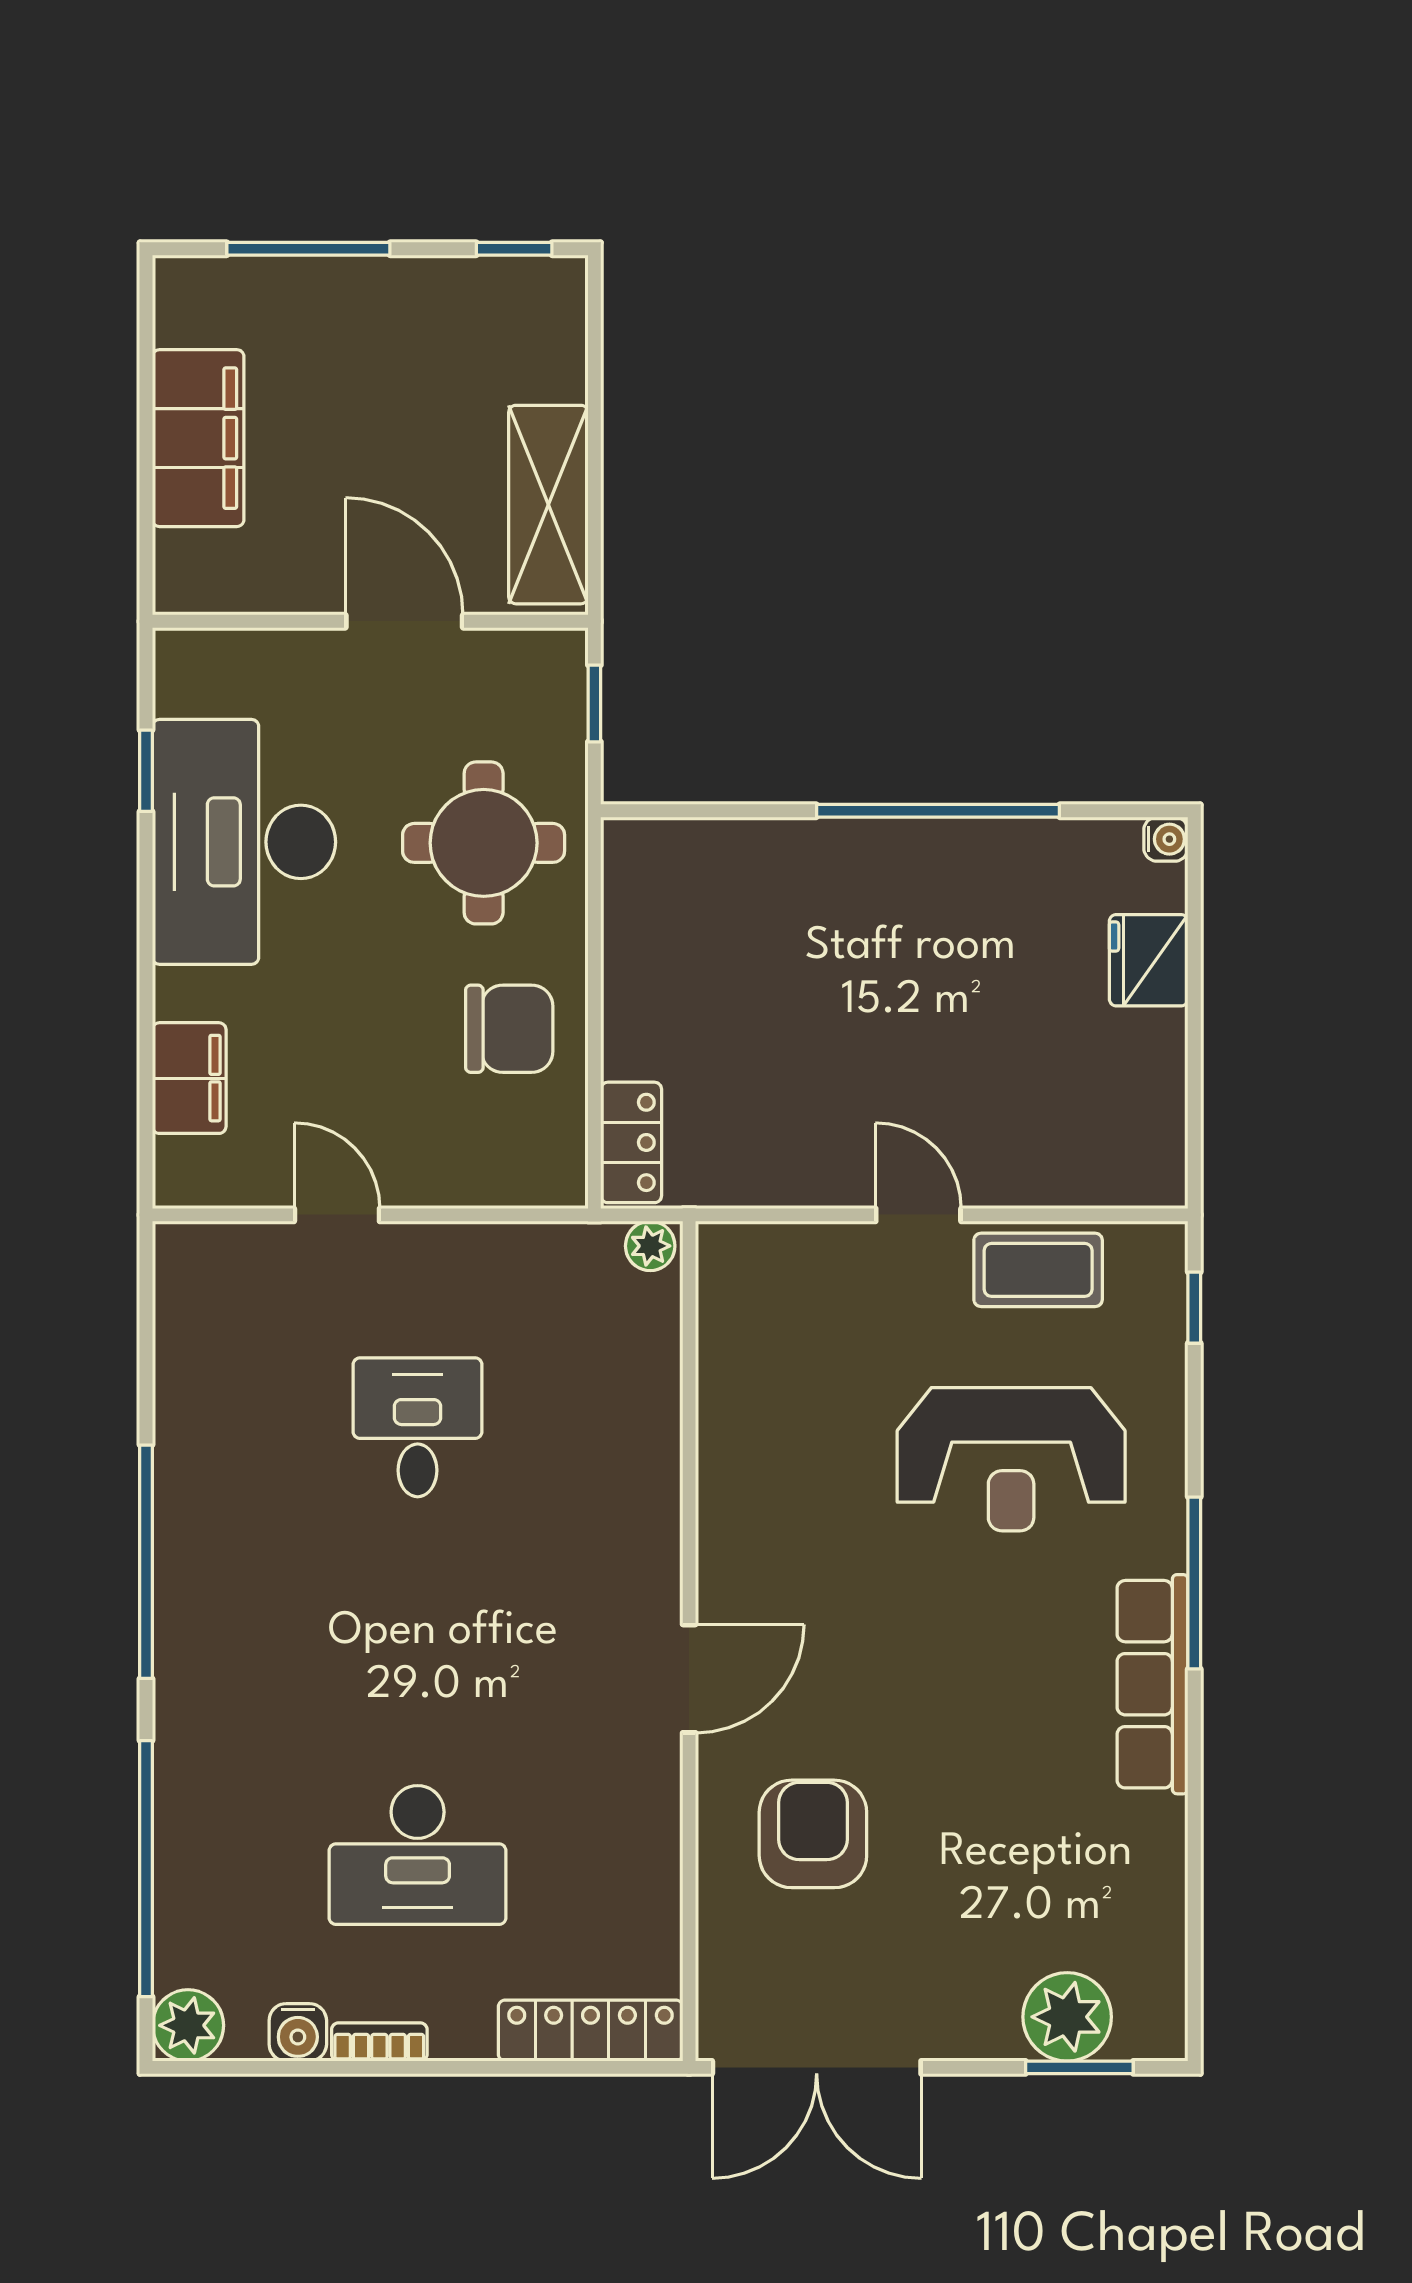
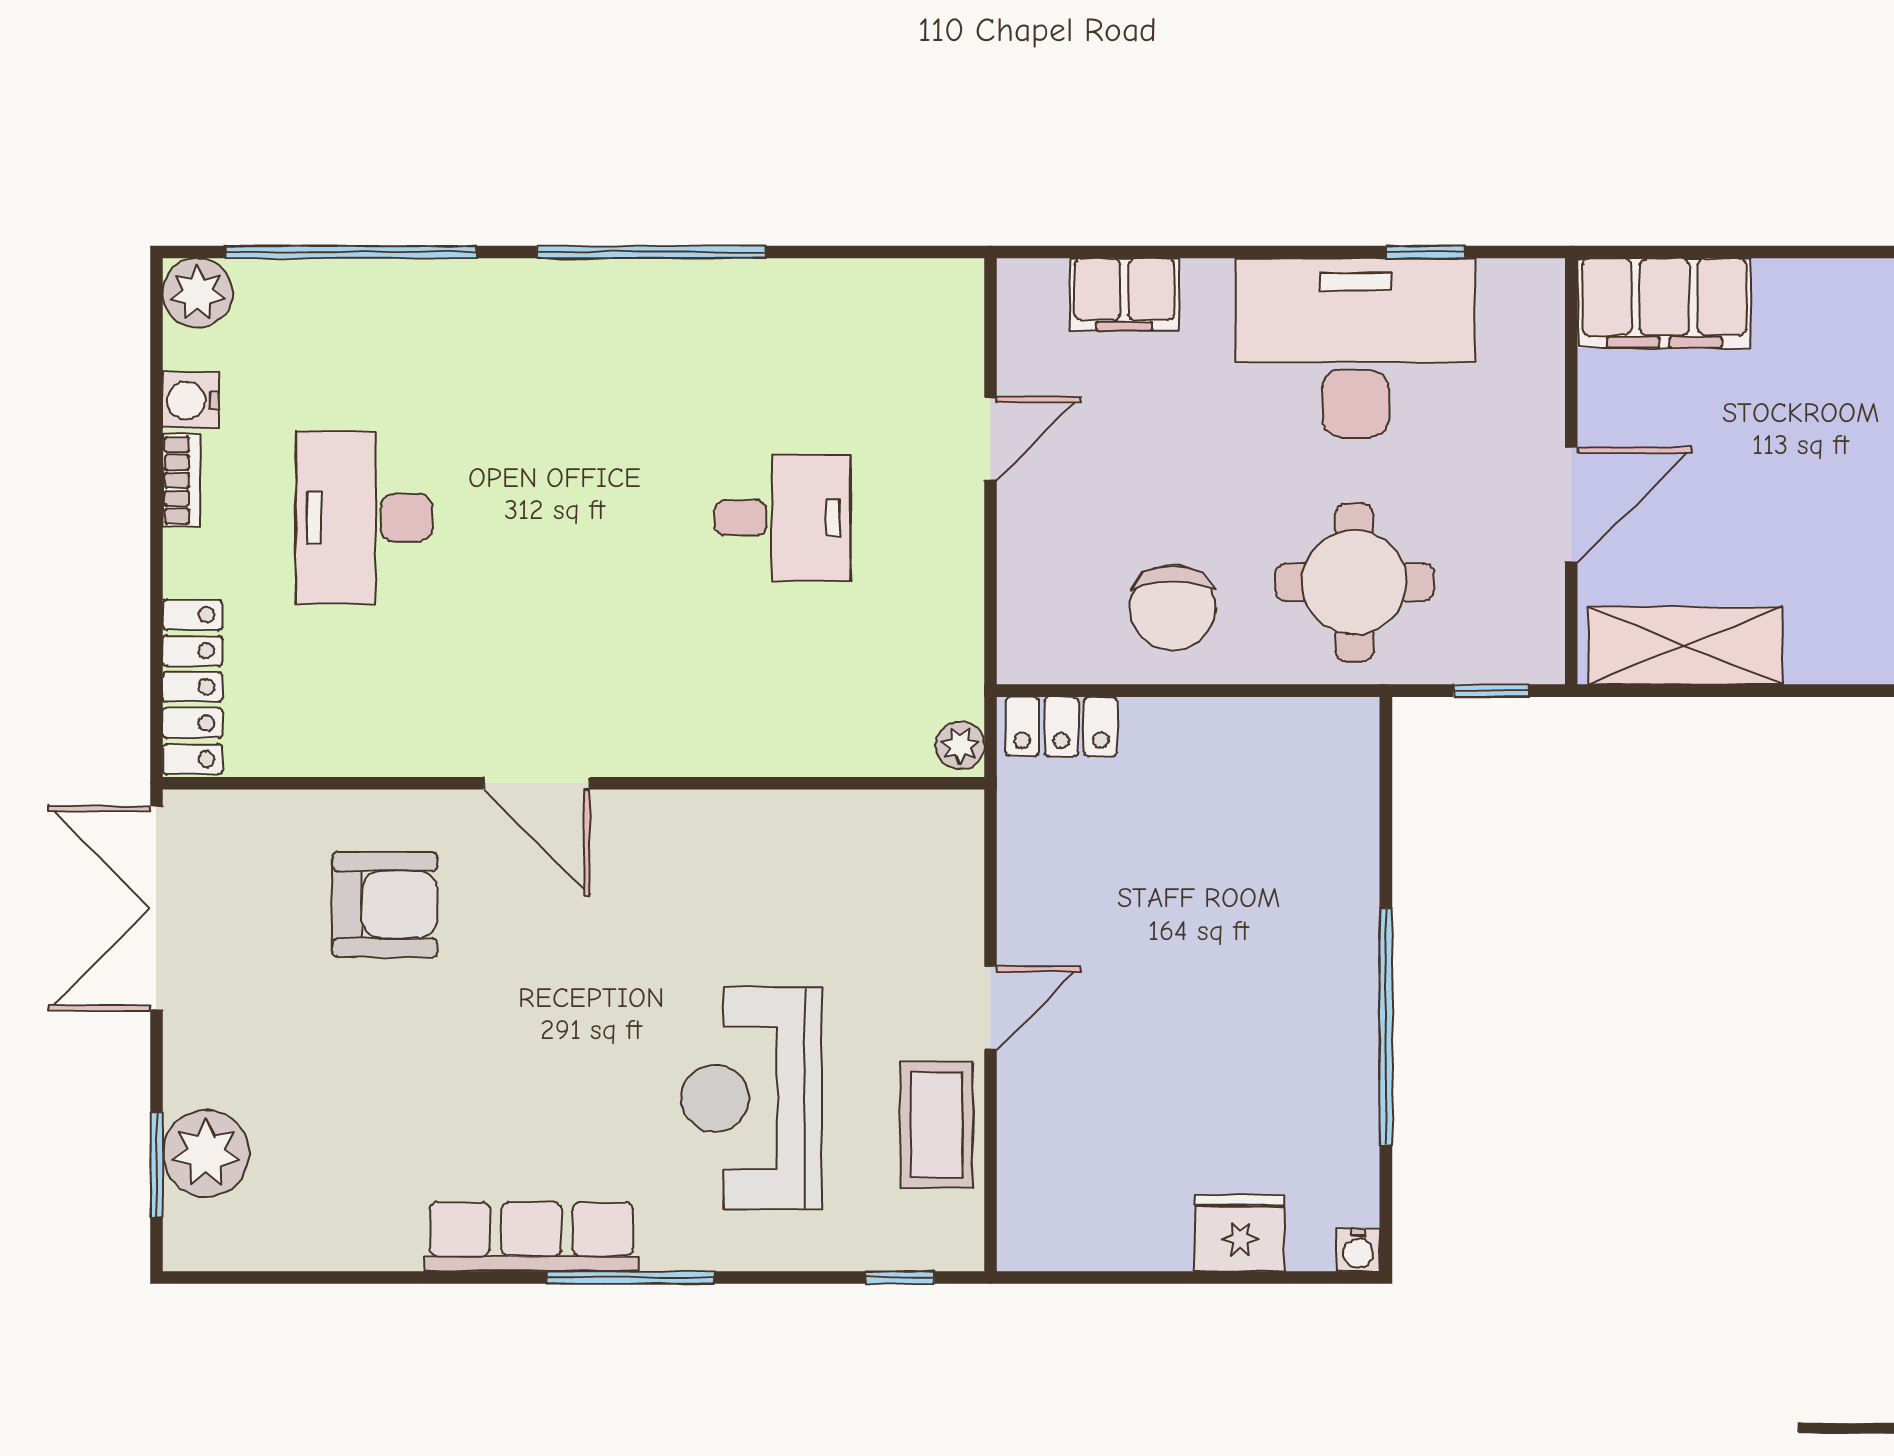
filing cabinet: (198, 438) -> (1664, 303), moved

